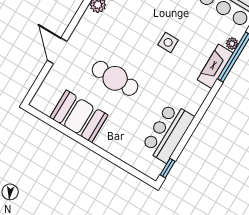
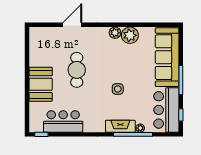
booth: (79, 116) -> (41, 84), moved

